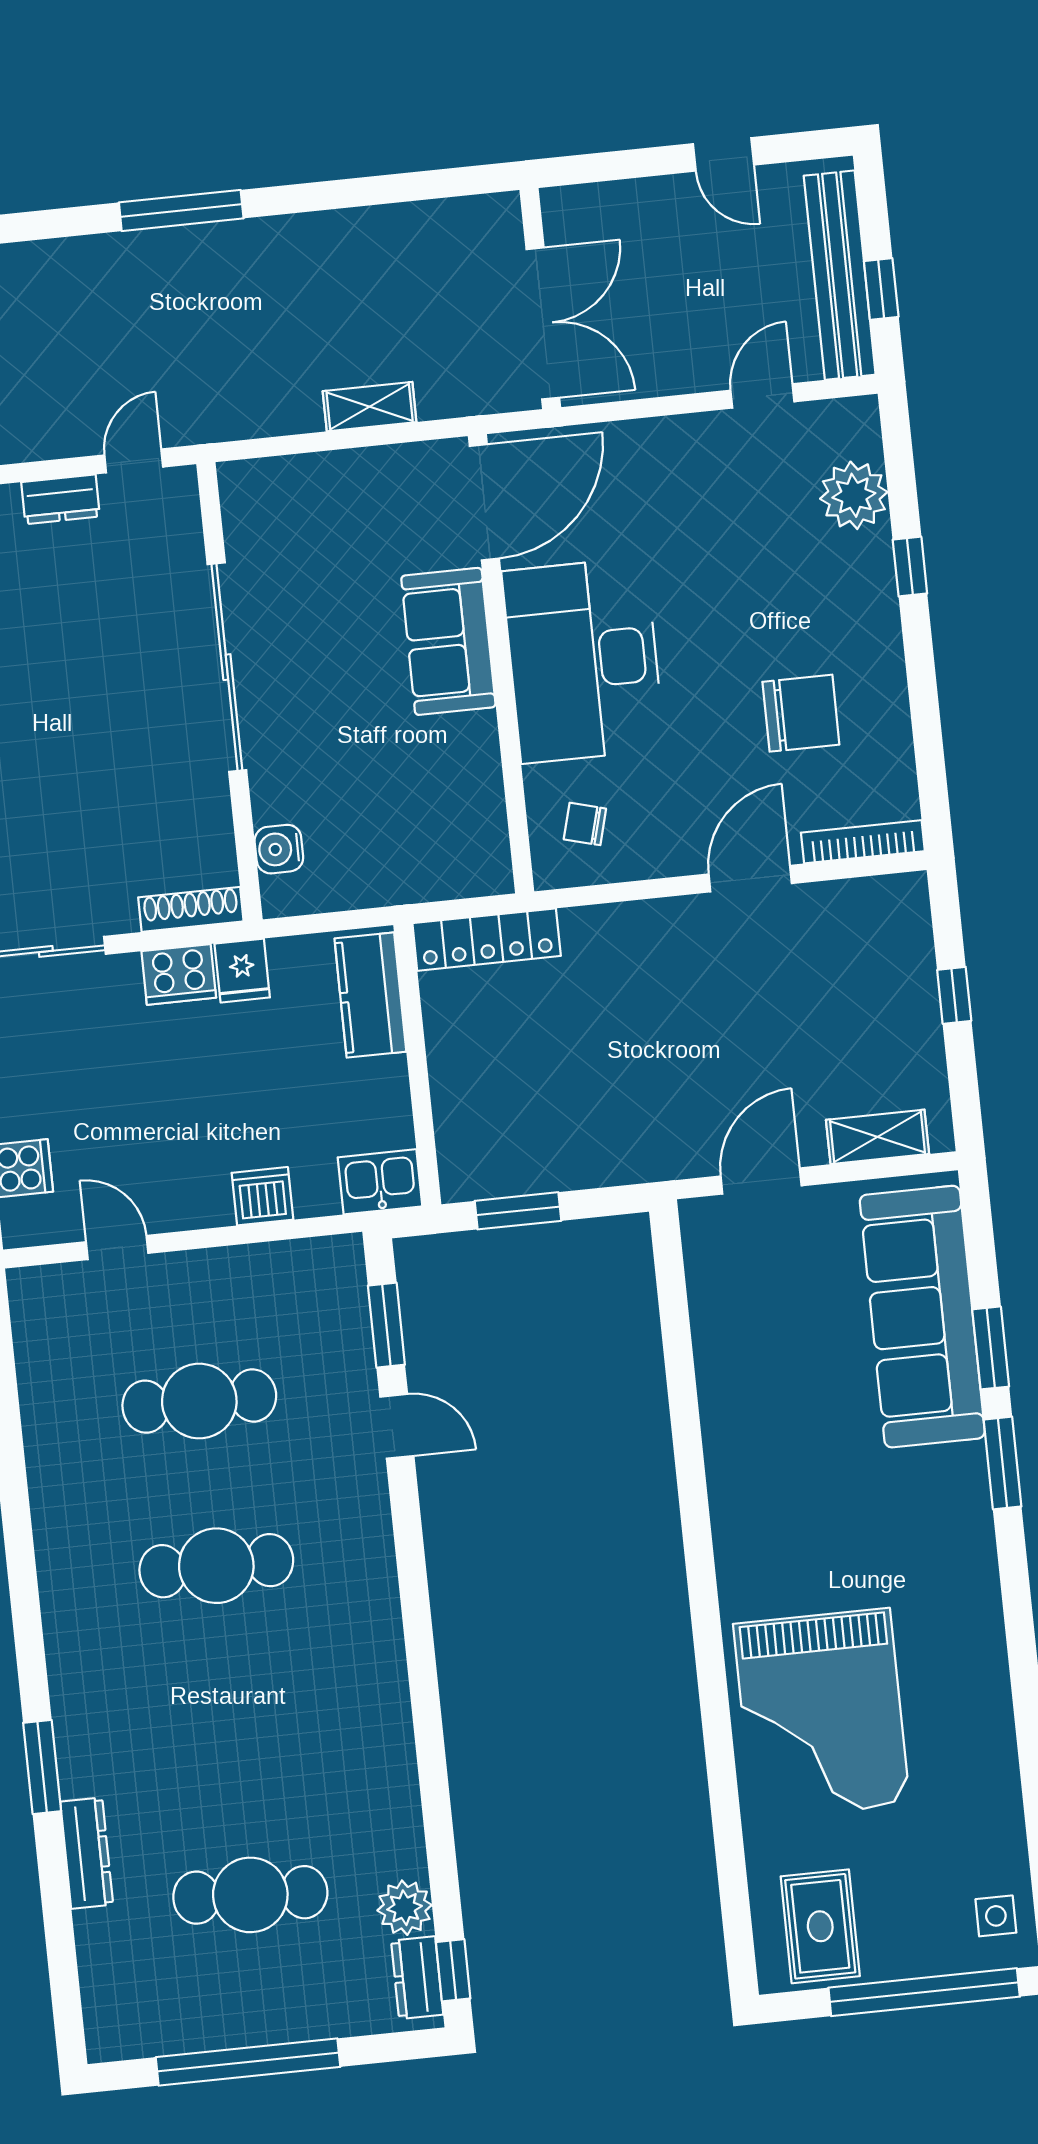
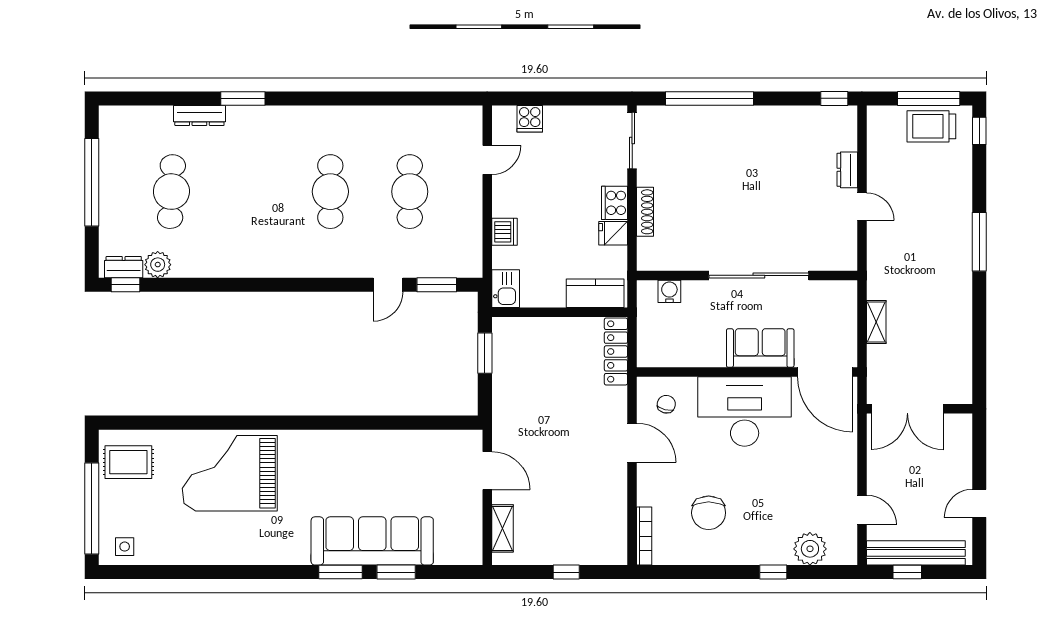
sliding door: (227, 667) -> (759, 275), moved
wall: (230, 692) -> (747, 275), moved
water cooler: (279, 849) -> (669, 291), moved
door: (750, 879) -> (632, 443), moved
sofa: (922, 1317) -> (372, 541), moved

